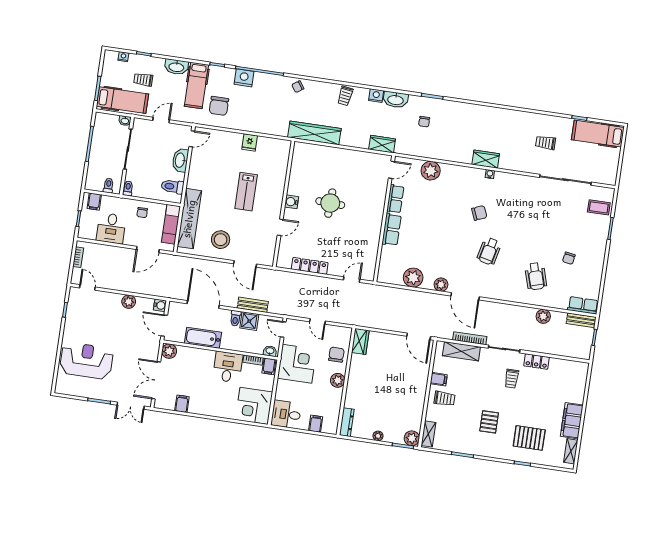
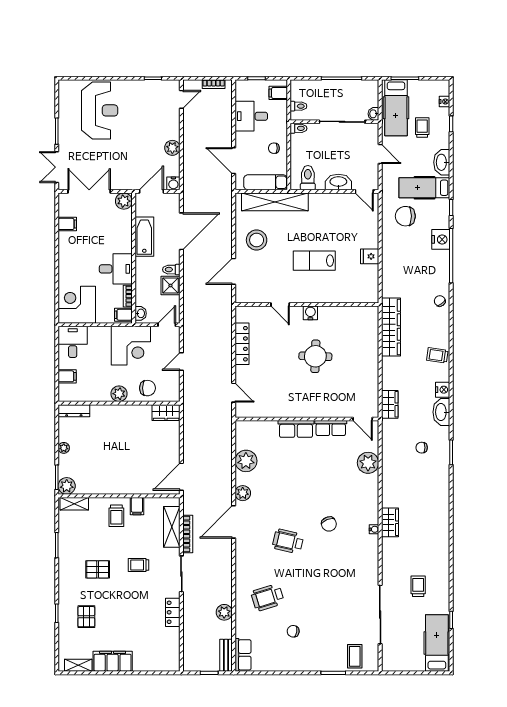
bench: (253, 305) -> (189, 287), removed
trolley: (512, 379) -> (139, 565), moved
pallet: (529, 438) -> (86, 617), width x0.67, depth x0.71

